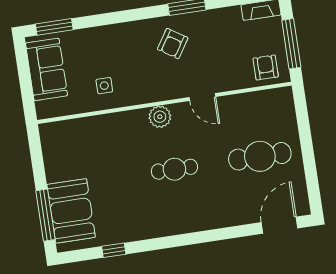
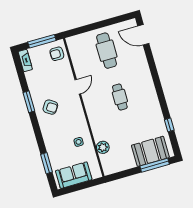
window: (54, 27) -> (47, 163), moved
plant: (160, 117) -> (103, 147), moved

